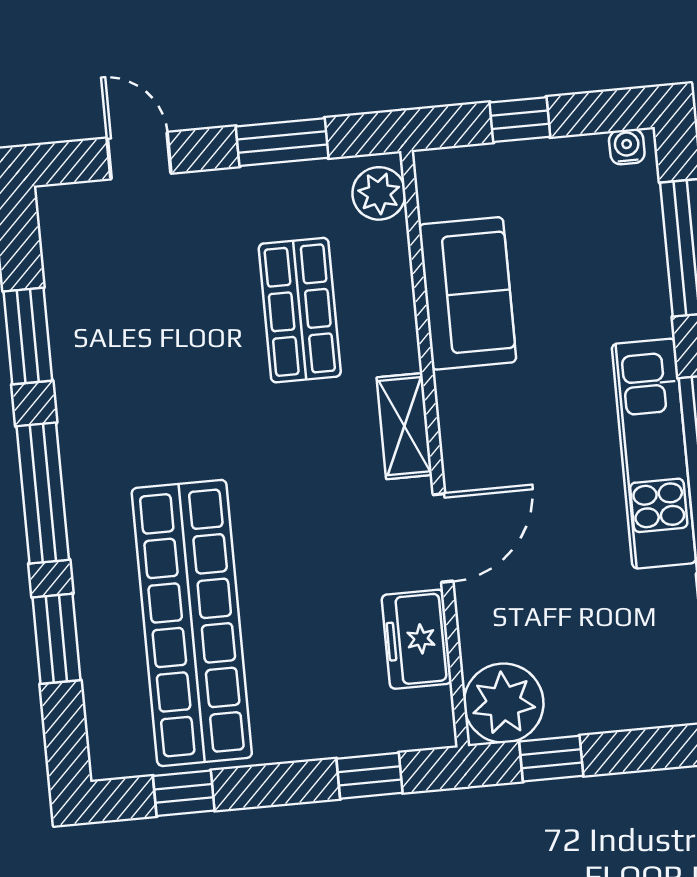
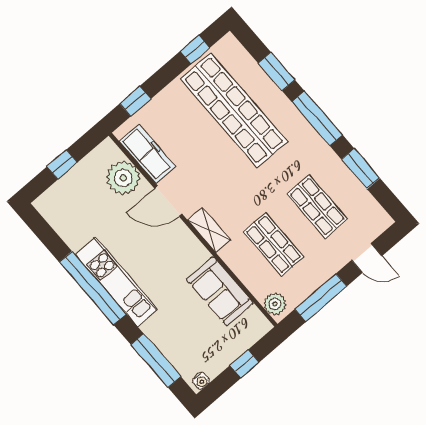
window: (282, 142) -> (321, 298), width x1.44
shop shelf: (163, 323) -> (317, 206), added
door: (443, 538) -> (168, 201), hinge flipped
freezer: (417, 639) -> (147, 154), width x1.40
plant: (504, 703) -> (123, 178), moved
window: (551, 759) -> (62, 165), moved

